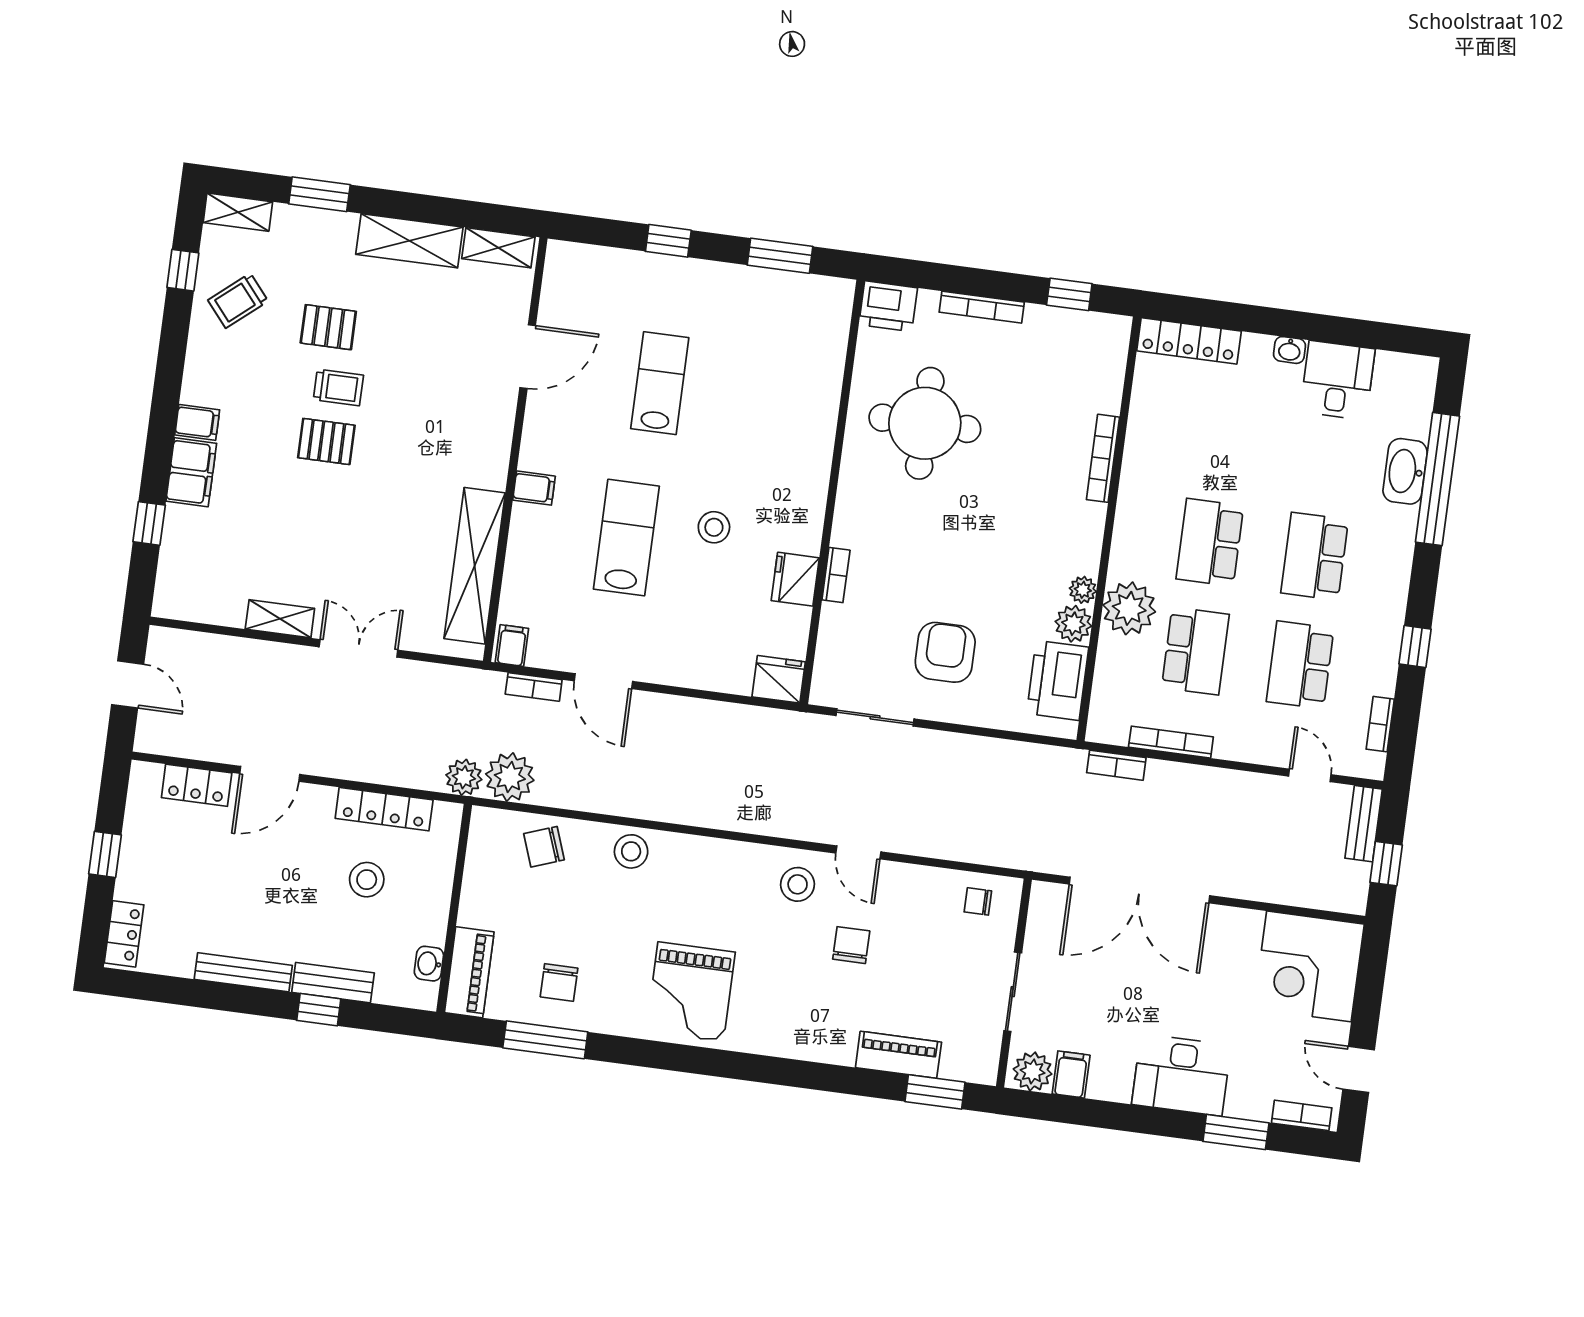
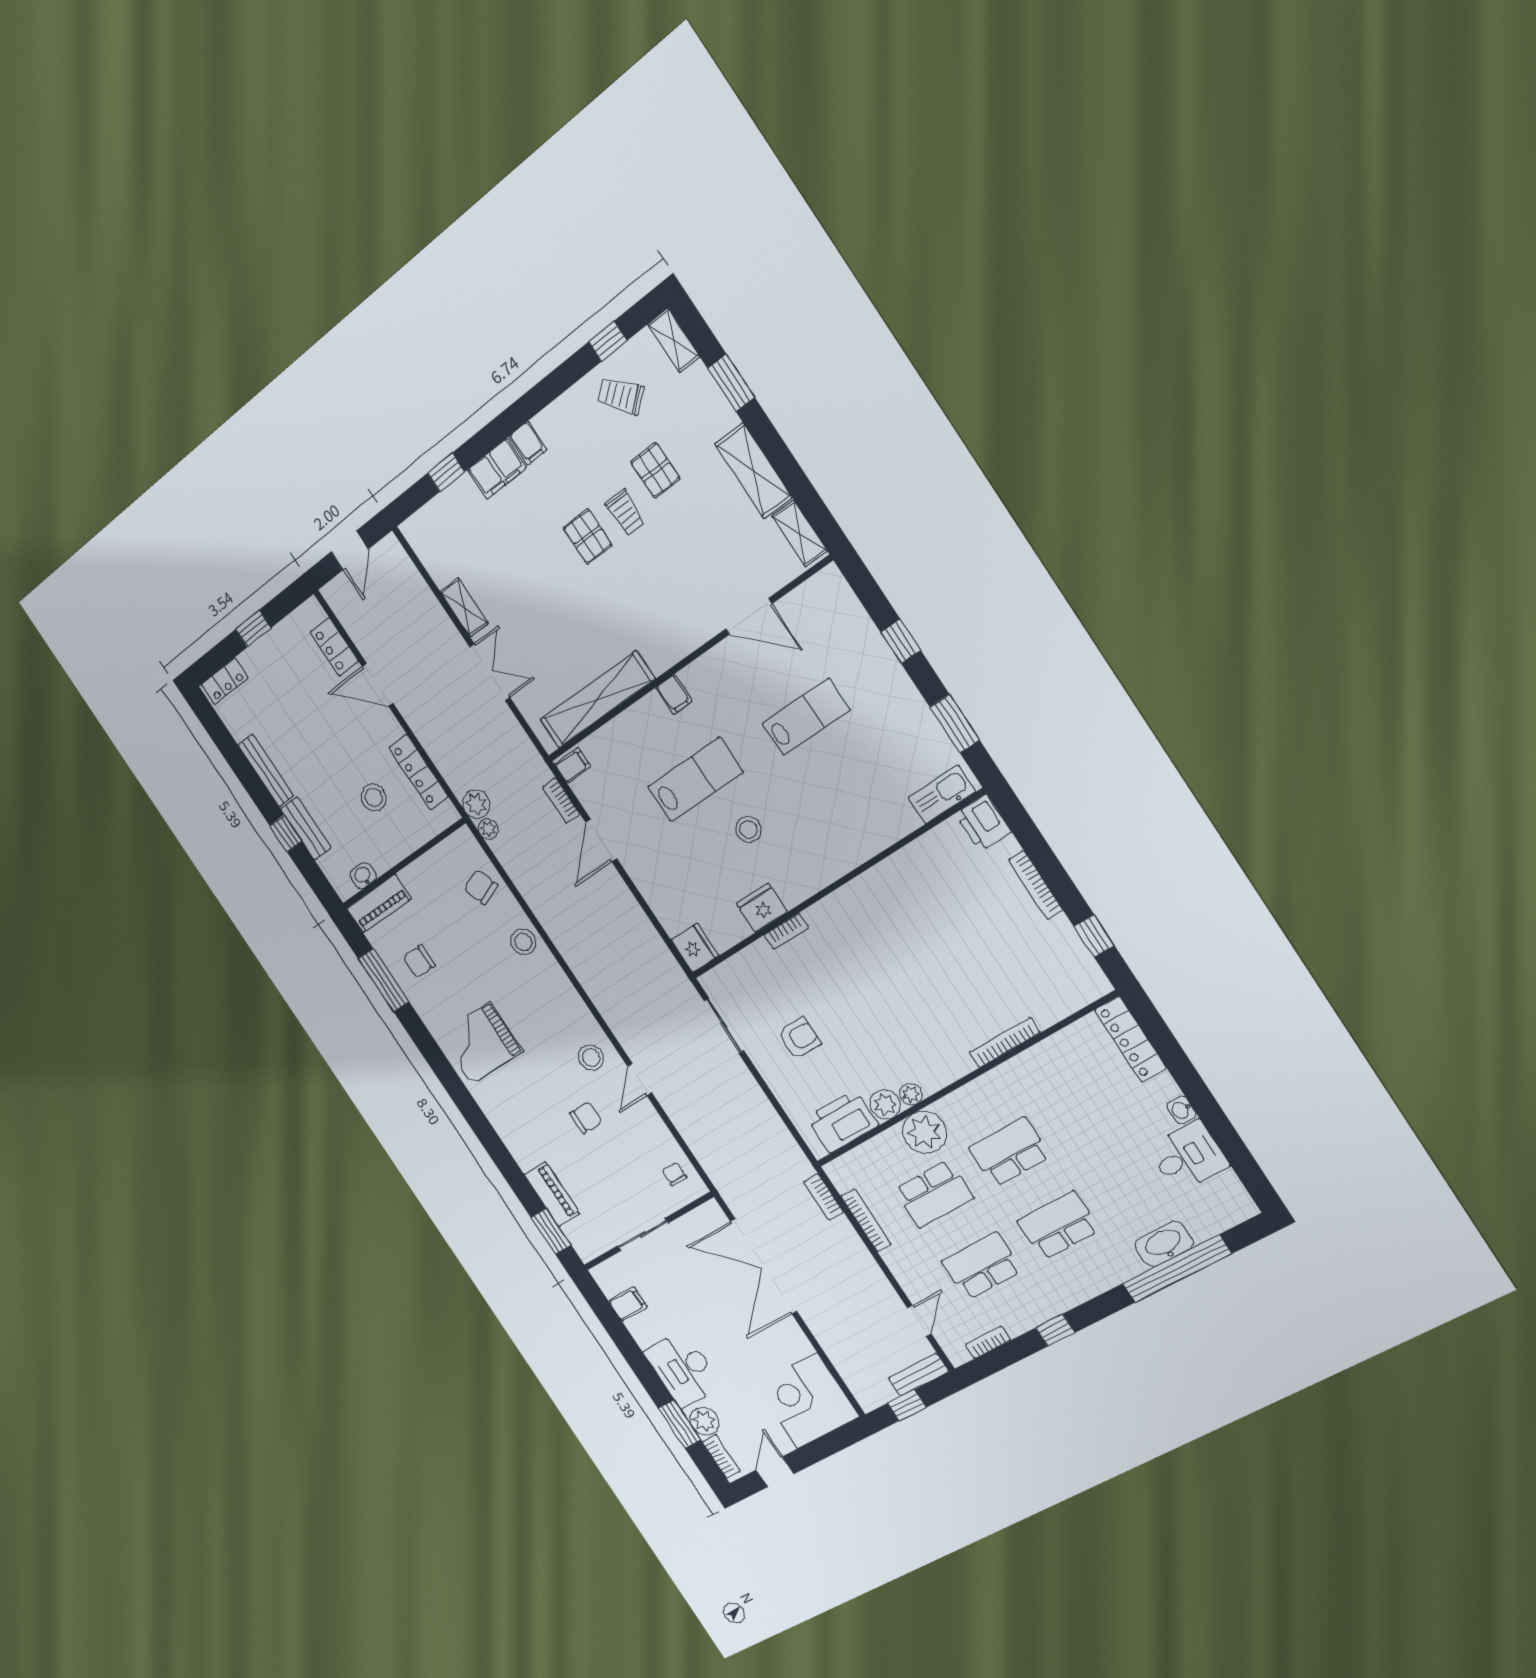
kitchen sink: (832, 321) -> (942, 794), added
round table: (925, 423) -> (928, 910), removed
armchair: (945, 652) -> (799, 1038), width x0.72, depth x0.72
plant: (510, 777) -> (488, 829), width x0.53, depth x0.53
plant: (1033, 1071) -> (704, 1421), moved

